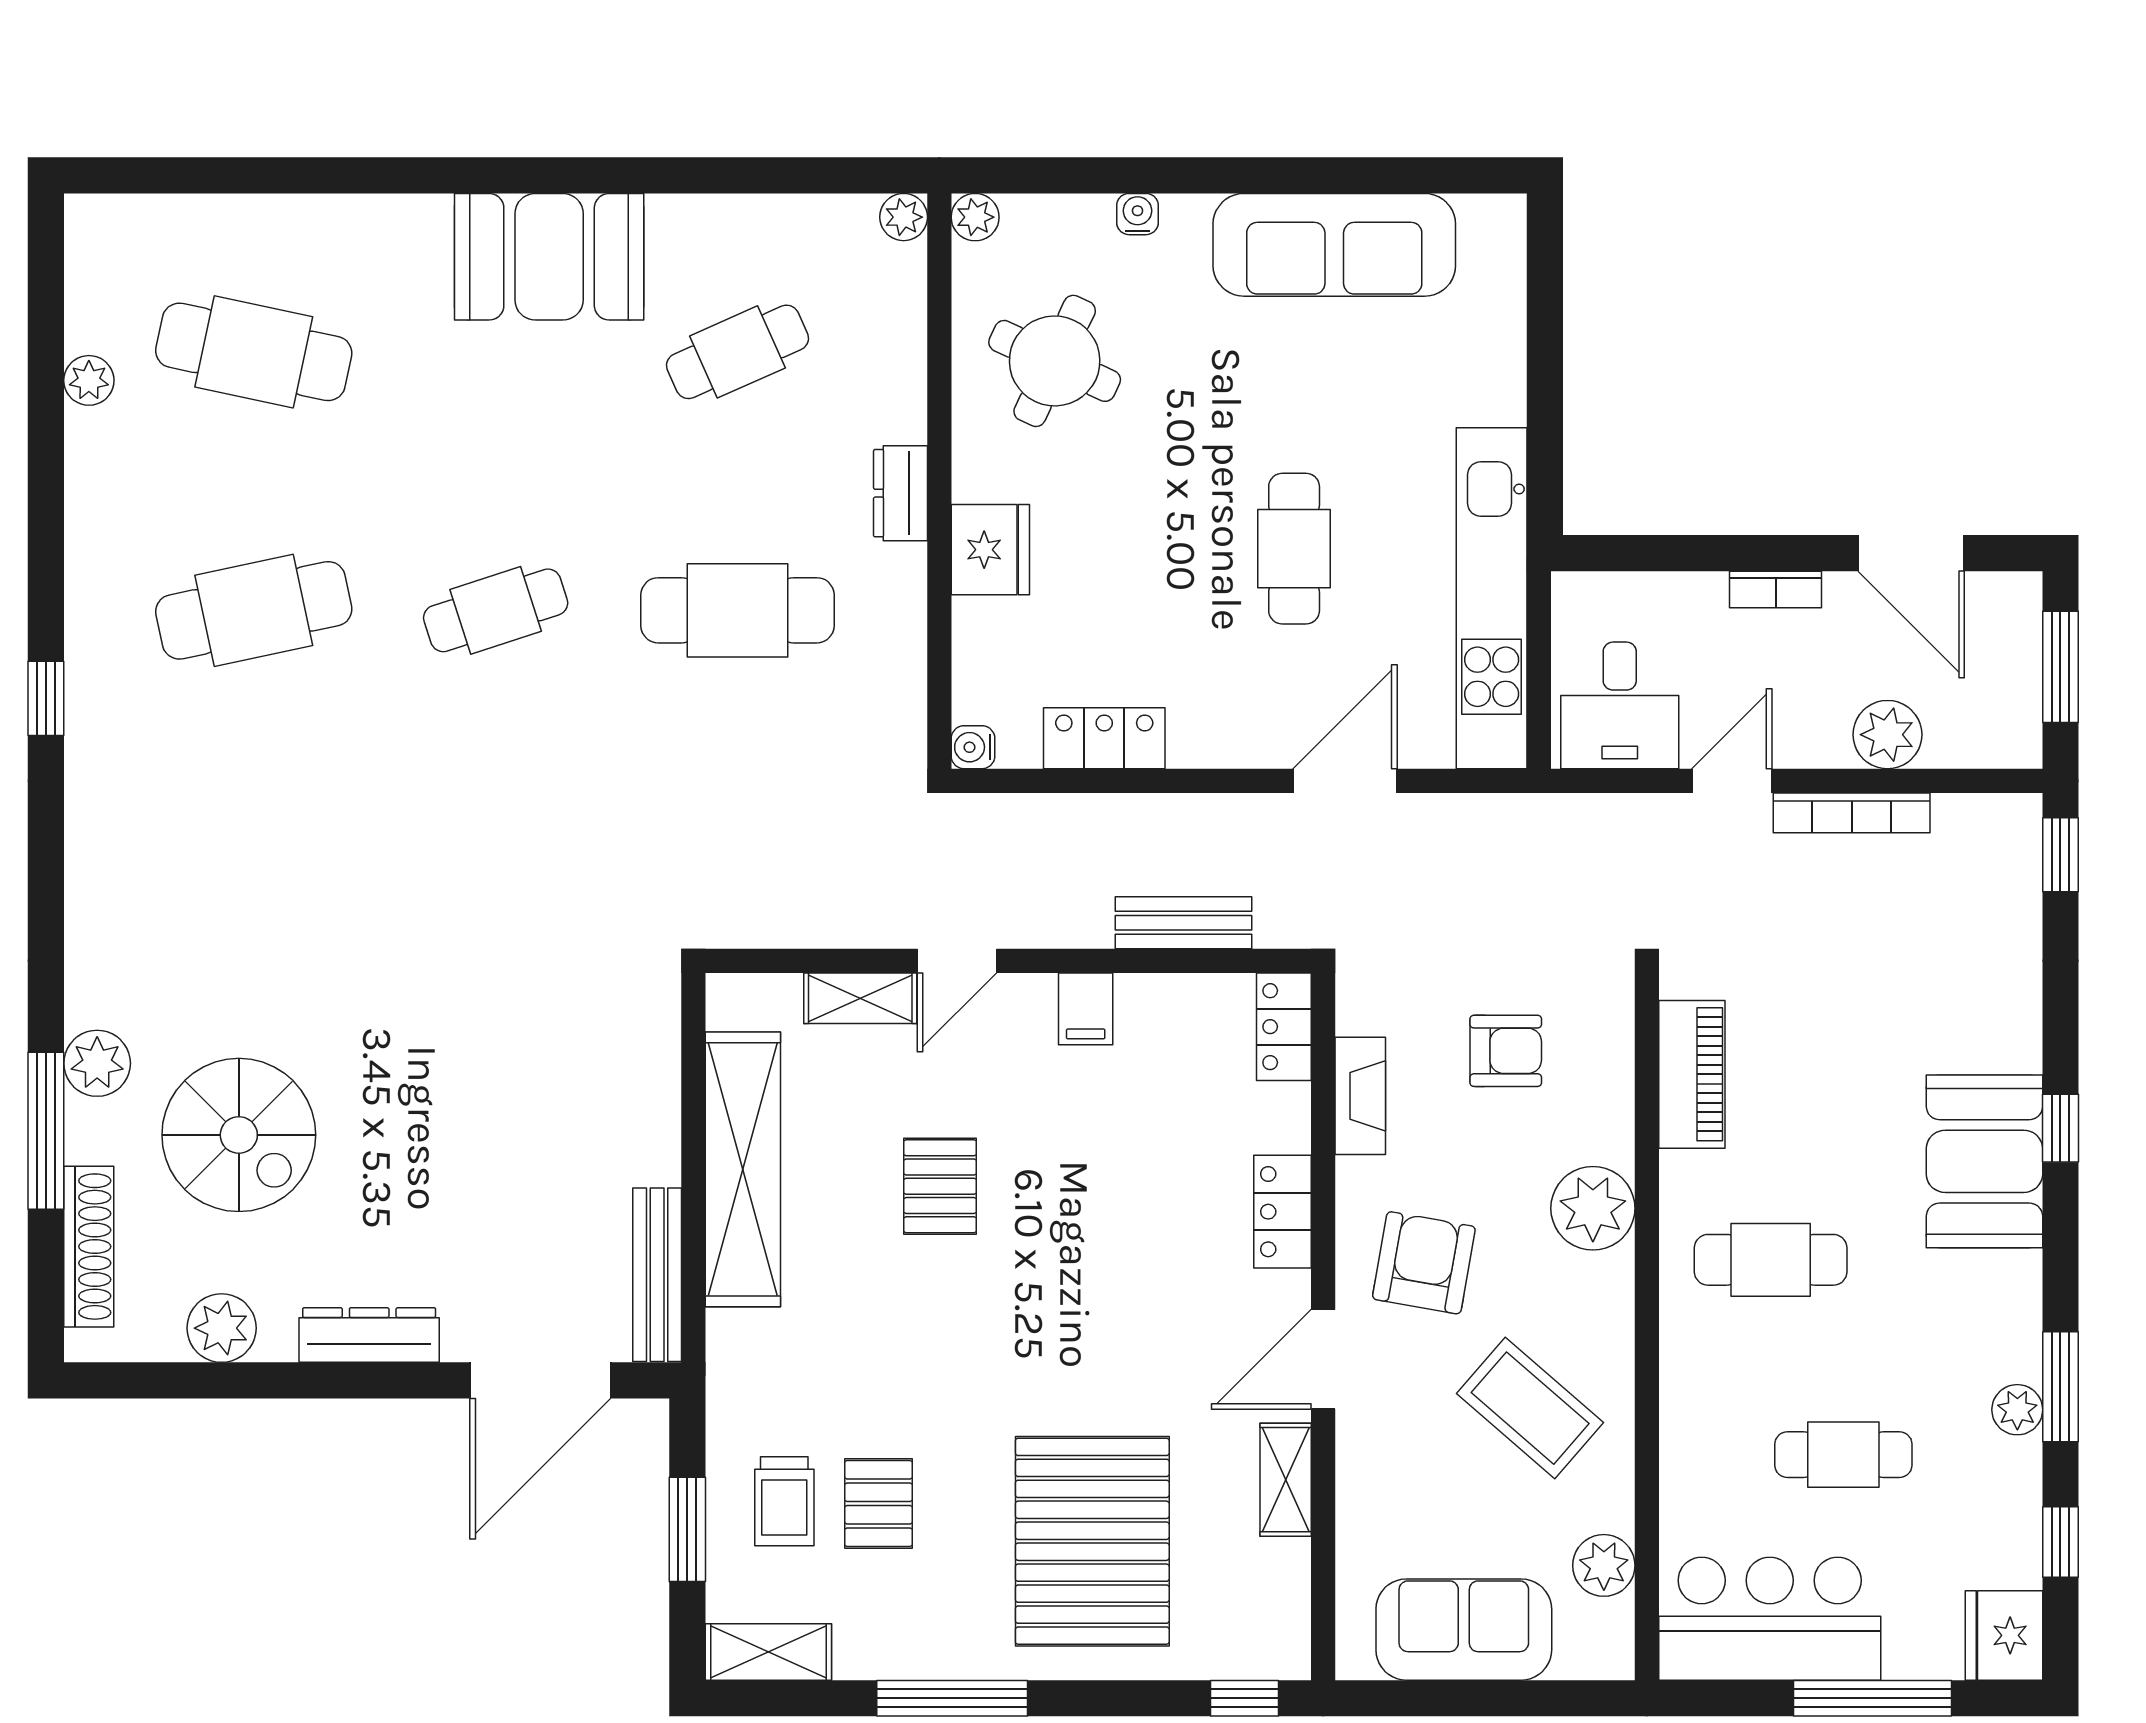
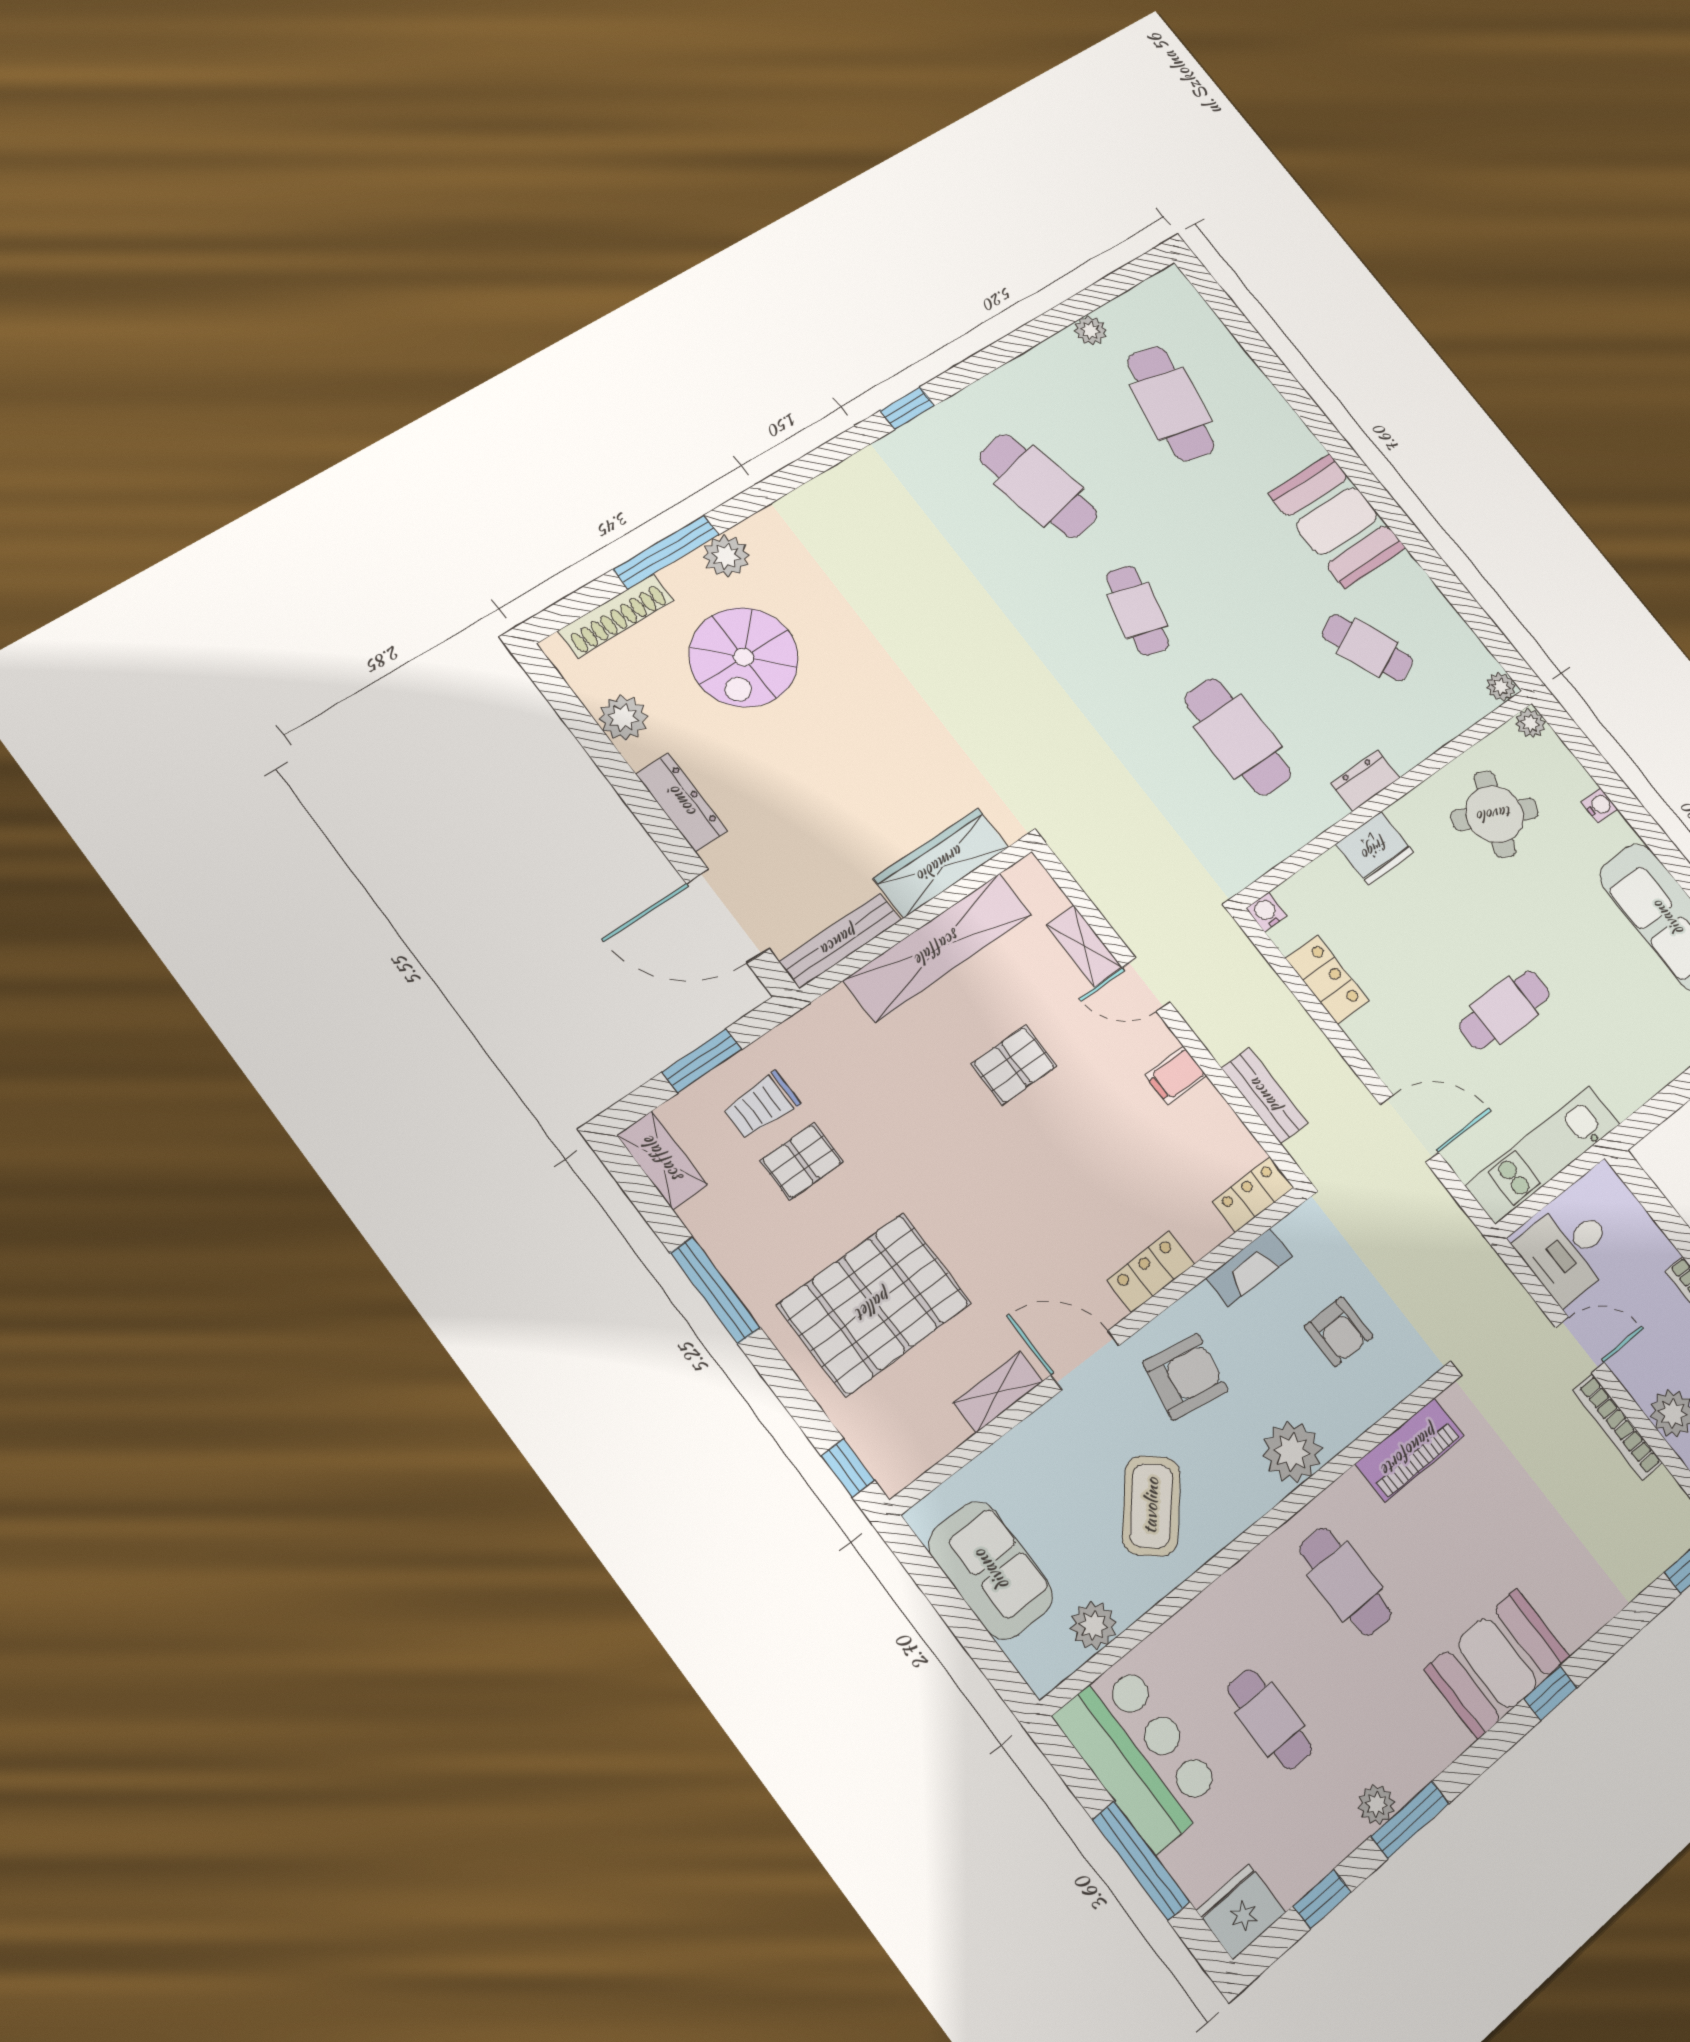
kitchen unit: (1492, 598) -> (1543, 1154), width x0.73
cafe table: (496, 610) -> (1137, 610), turned 33
wardrobe: (646, 1090) -> (941, 863), added

